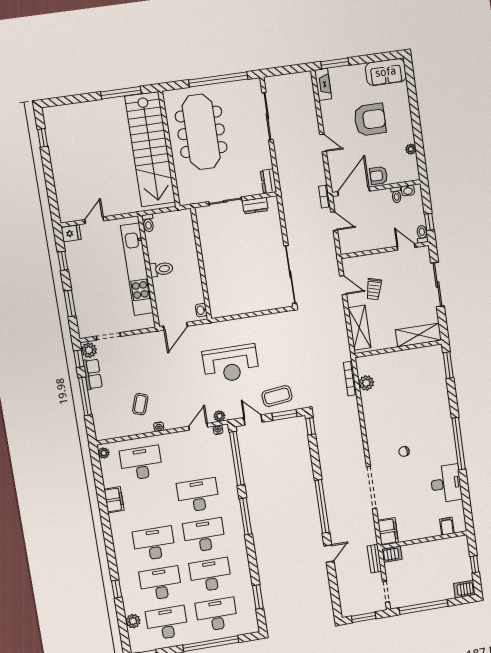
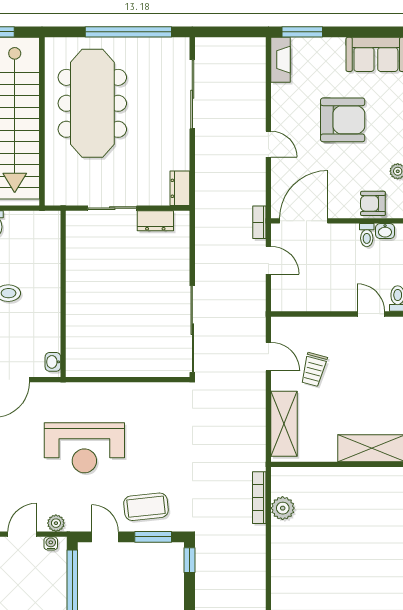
armchair: (379, 176) -> (373, 203), moved

